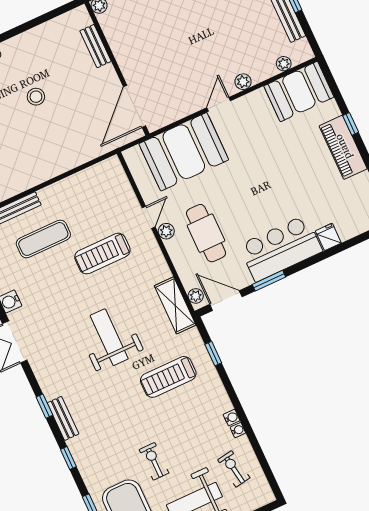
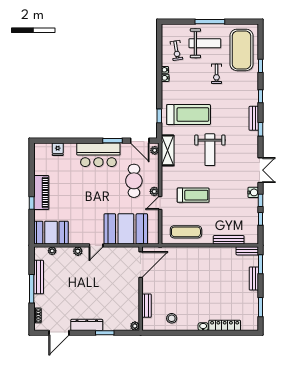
stool: (36, 97) -> (172, 318), moved
fridge: (328, 237) -> (58, 149), moved
exercise mat: (43, 239) -> (186, 232), moved
treadmill: (168, 377) -> (189, 115), width x1.37, depth x1.38

